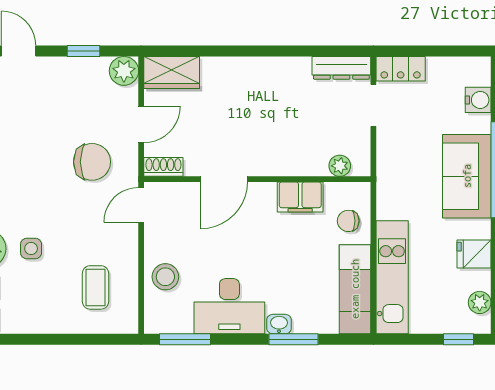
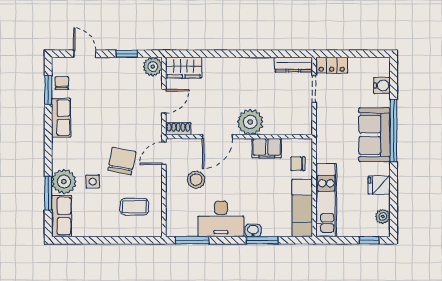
chair: (92, 162) -> (122, 161), moved, turned -79
plant: (340, 166) -> (250, 122), moved, width x1.87, depth x1.87
stool: (165, 277) -> (196, 180), moved
coffee table: (95, 287) -> (134, 207), turned 90

